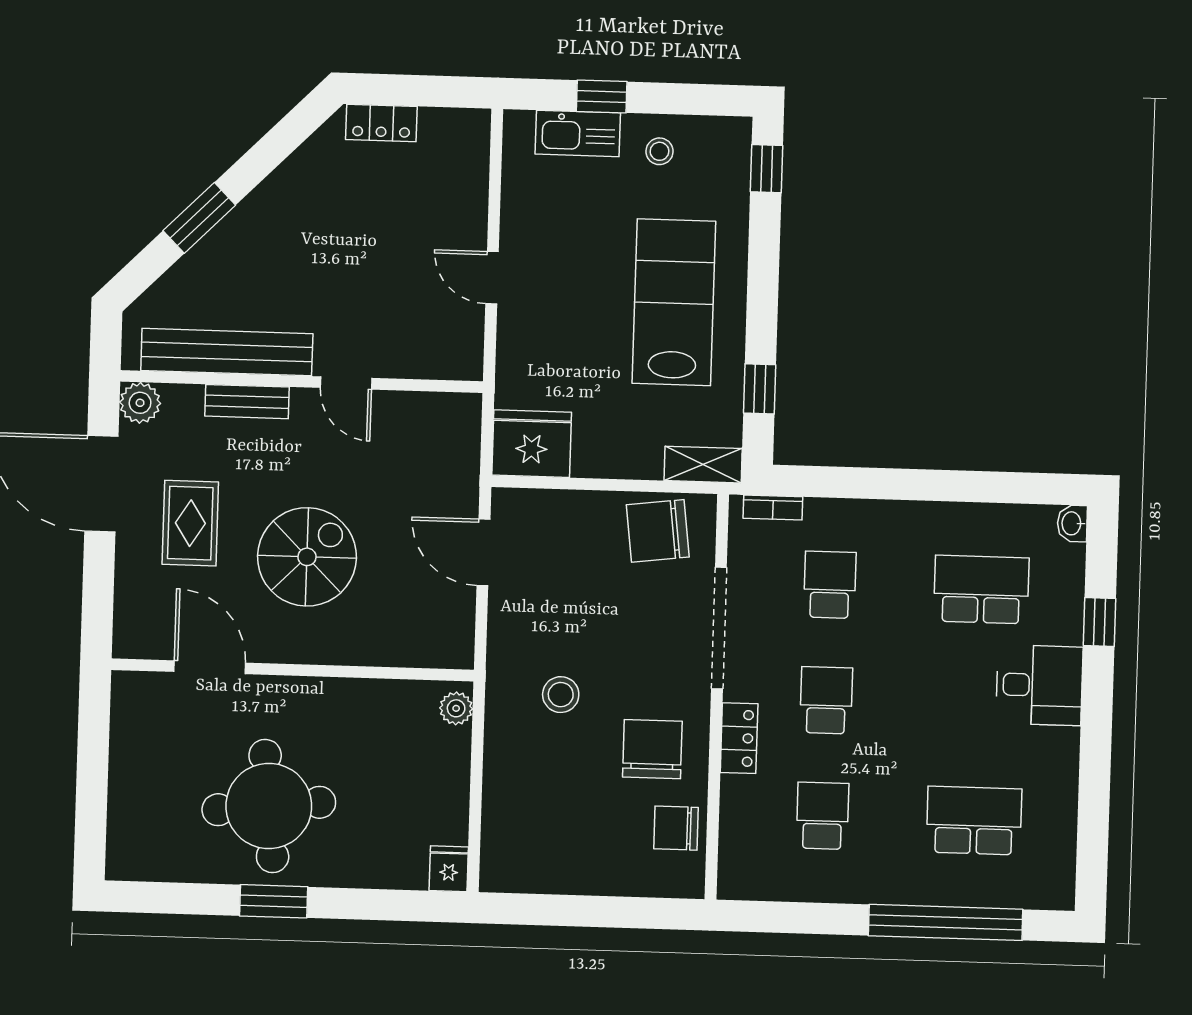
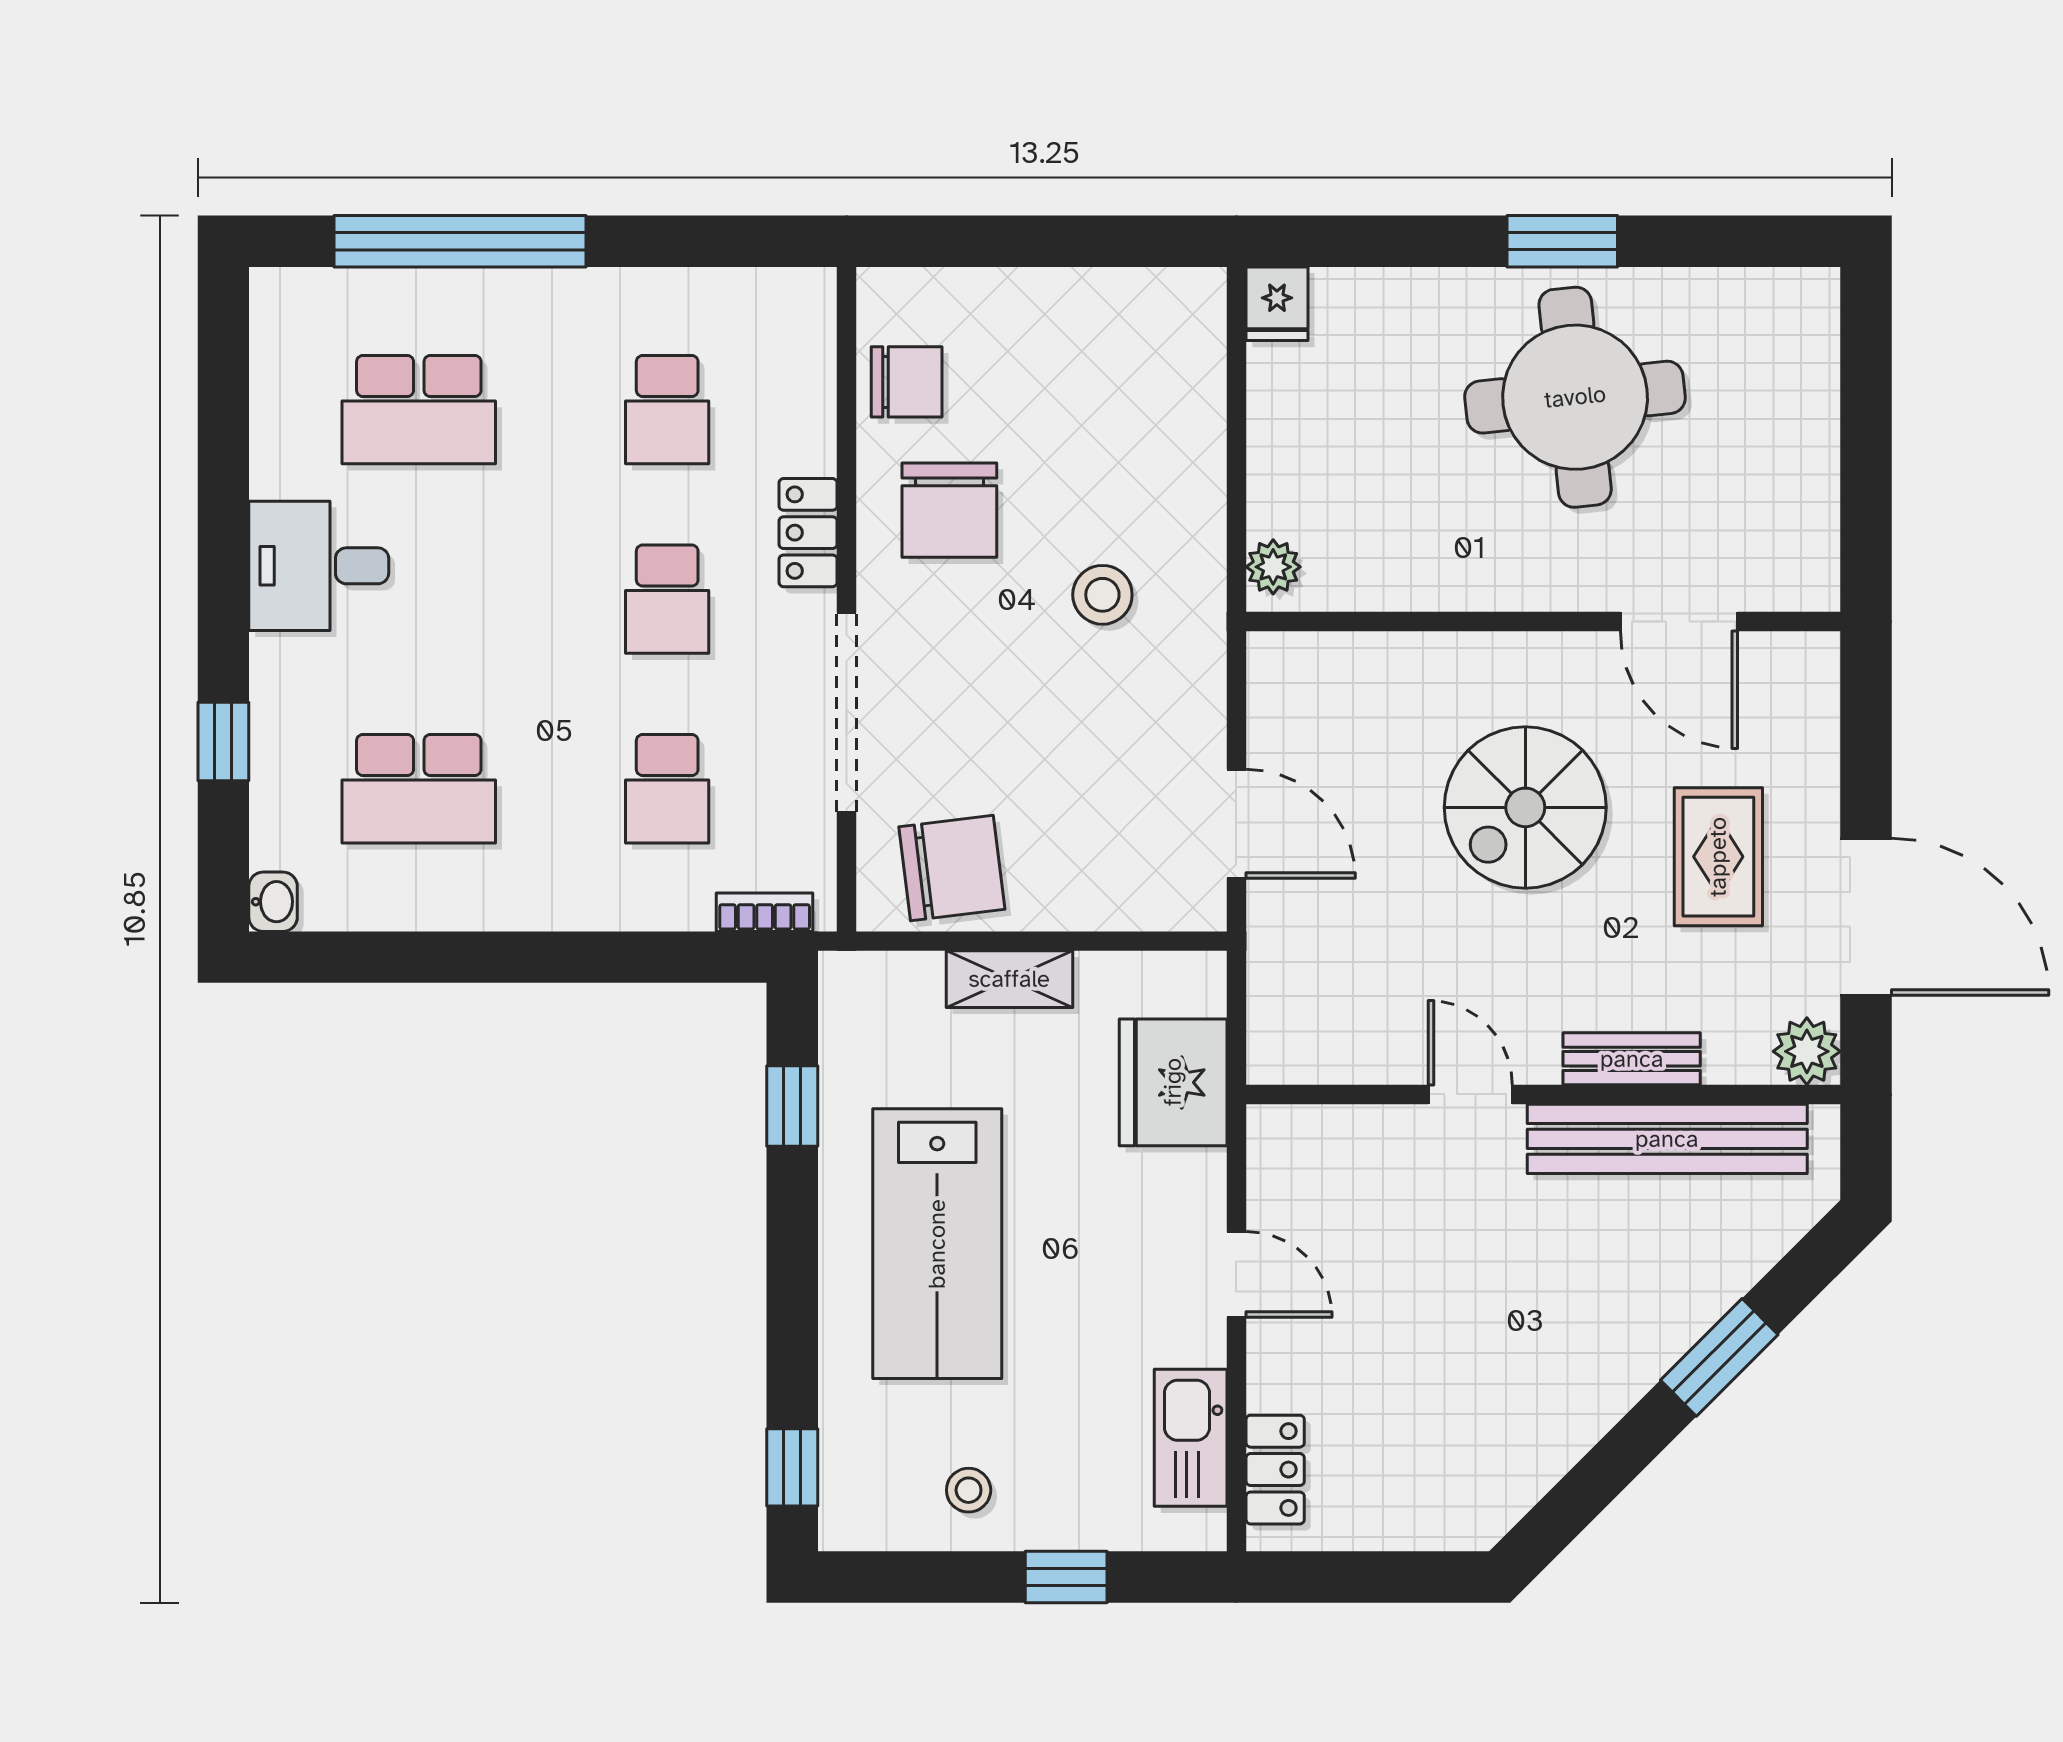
locker: (381, 123) -> (1275, 1470), moved, turned 90
kitchen sink: (578, 133) -> (1191, 1438), moved, turned -90
fridge: (532, 444) -> (1173, 1082), moved, turned 90
shelving: (703, 465) -> (1009, 979), moved
desk: (1039, 685) -> (319, 566), moved

